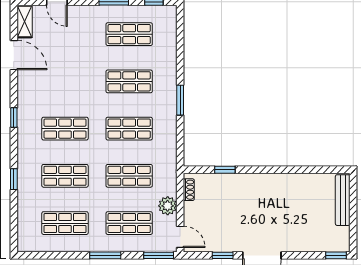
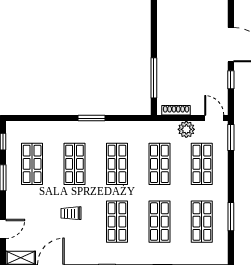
trolley: (74, 77) -> (71, 213), added
window: (225, 170) -> (154, 78), width x2.17
shoe rack: (189, 190) -> (176, 110), width x1.43
door: (180, 237) -> (214, 118), hinge flipped
window: (105, 255) -> (231, 217), moved

